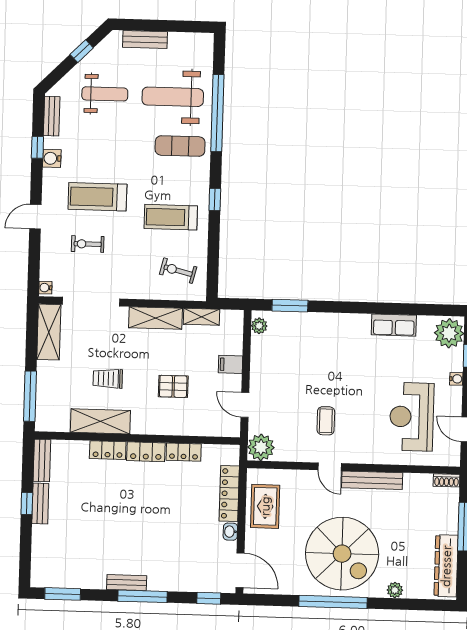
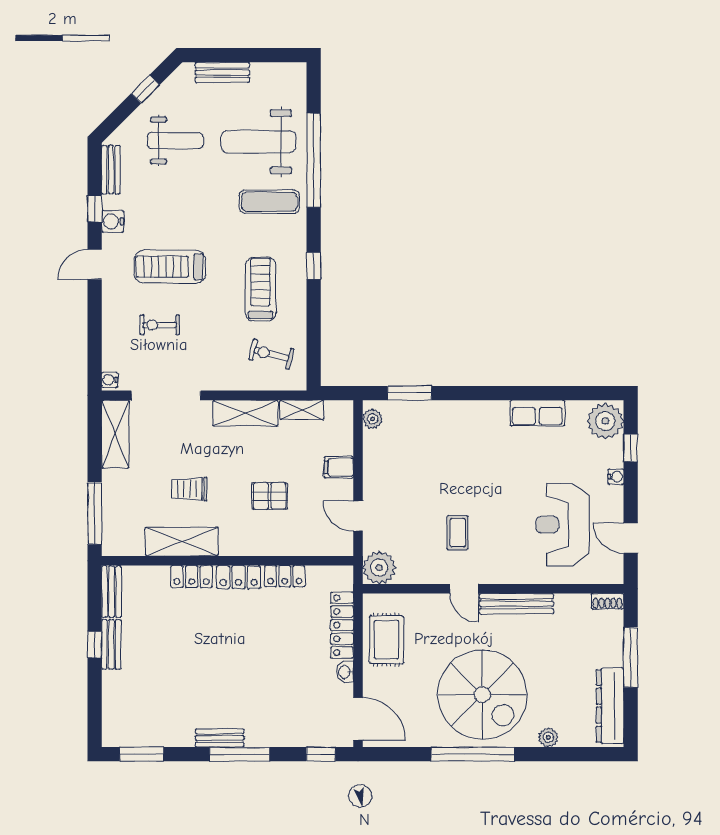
door: (35, 217) -> (95, 264), moved
treadmill: (171, 217) -> (260, 289), turned 90

